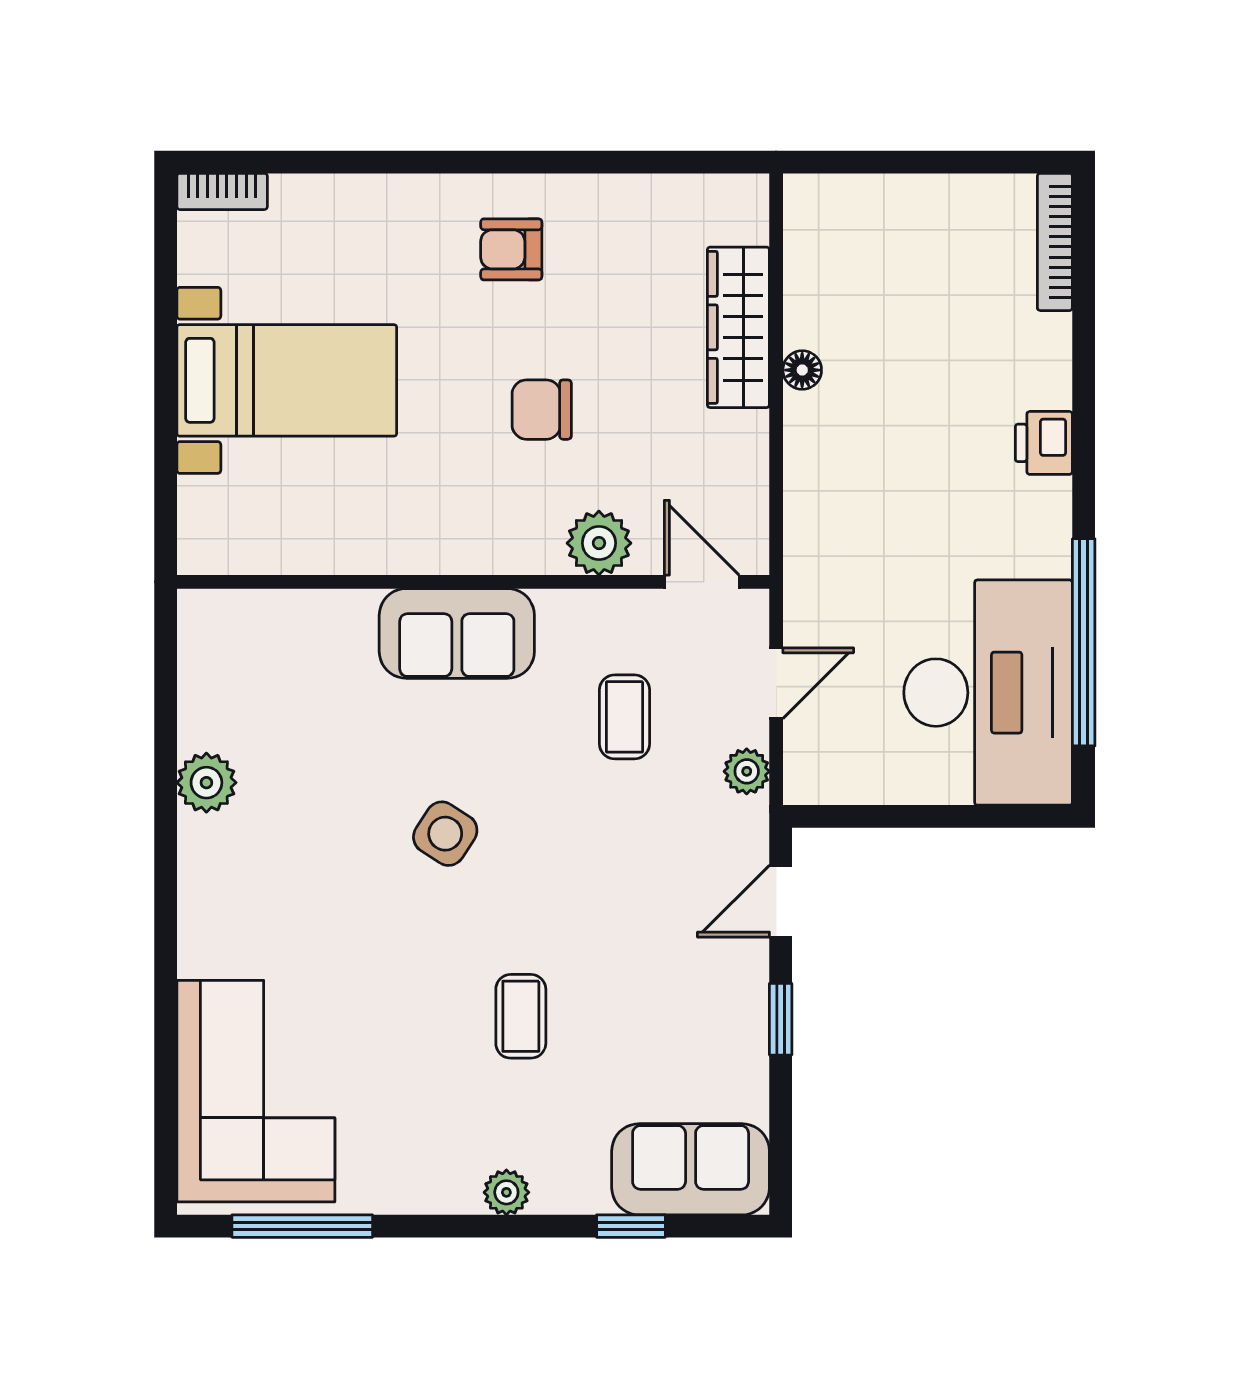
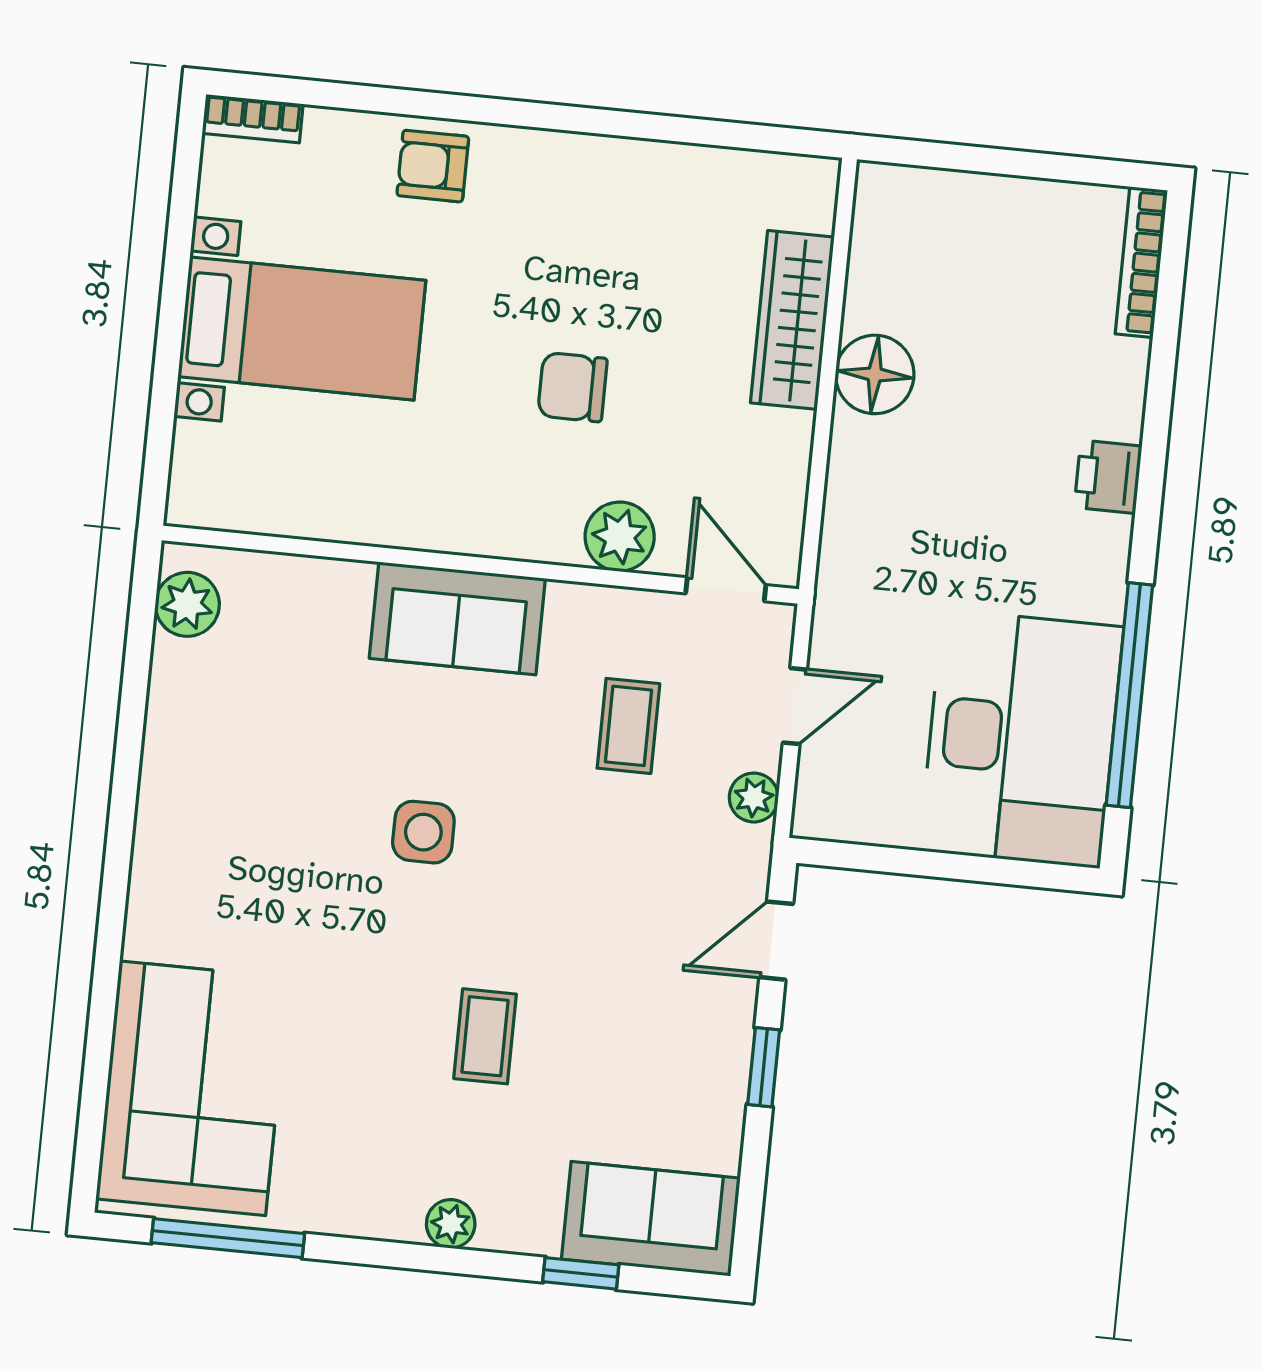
armchair: (511, 249) -> (433, 166), moved
floor lamp: (802, 370) -> (875, 374), width x1.89, depth x1.89
plant: (206, 783) -> (187, 604), moved
side table: (445, 834) -> (423, 832), turned -33

